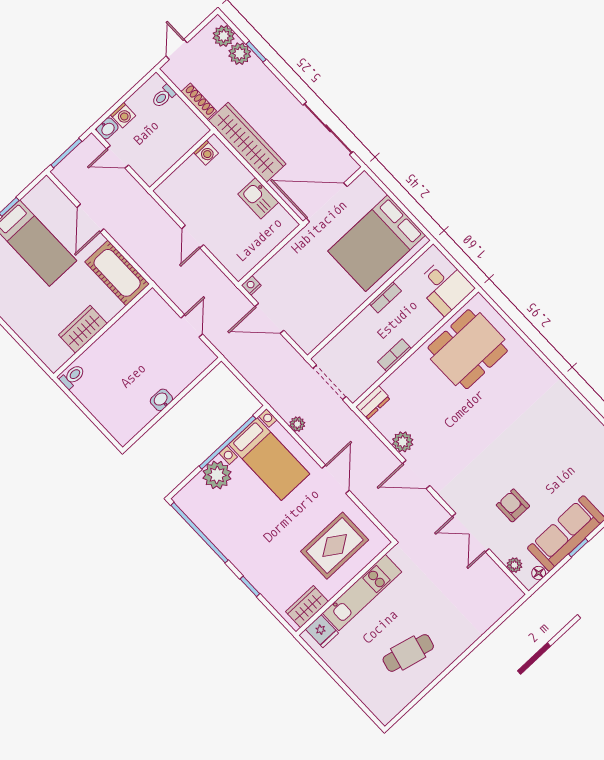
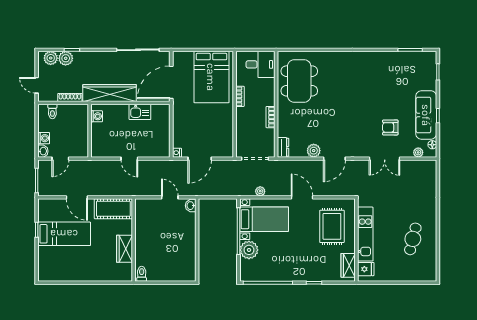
washbasin: (161, 400) -> (191, 206), moved

